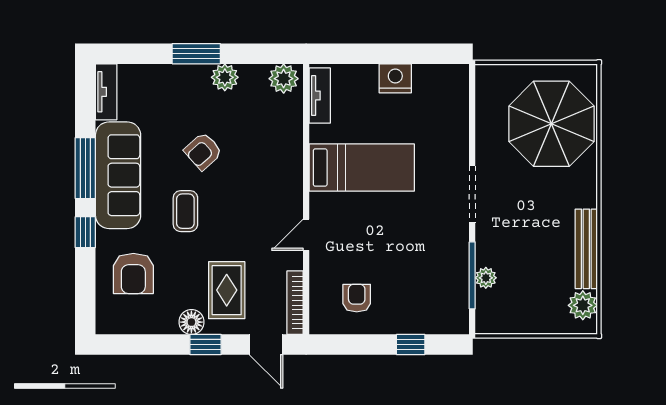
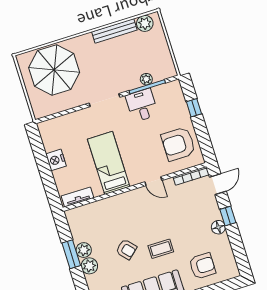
window: (196, 54) -> (71, 254), moved
plant: (284, 79) -> (89, 266), moved
desk: (443, 256) -> (142, 105), added
rug: (227, 290) -> (196, 214), removed
armchair: (357, 298) -> (178, 144), width x1.88, depth x1.88

